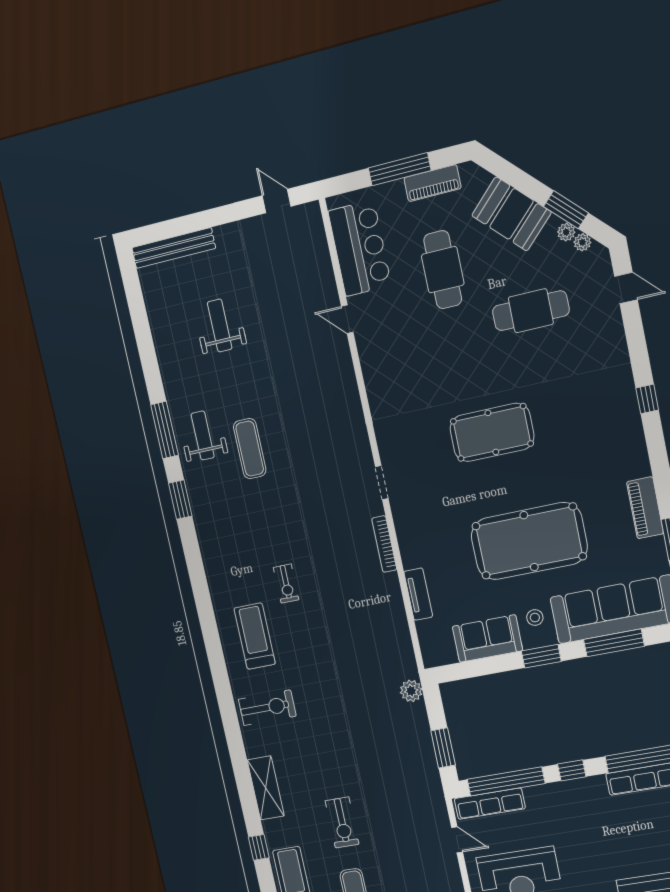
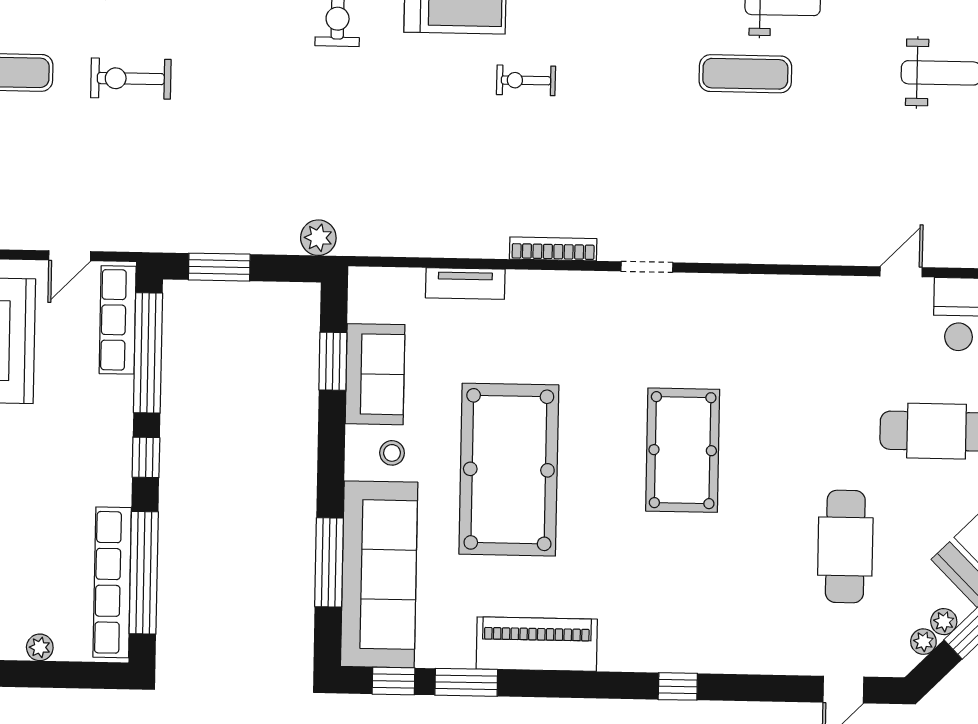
piano: (645, 508) -> (537, 644), width x1.37, depth x1.33
window: (541, 656) -> (333, 361), moved

